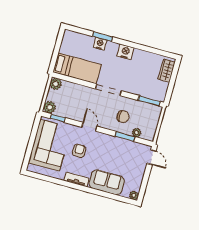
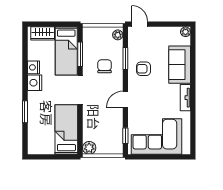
nightstand: (100, 44) -> (33, 67), moved
bed: (146, 87) -> (66, 51), added
window: (149, 101) -> (80, 54), moved
plant: (50, 107) -> (116, 148), removed
plant: (137, 133) -> (118, 35), moved
armchair: (79, 151) -> (144, 69), moved
door: (151, 157) -> (140, 24), hinge flipped

